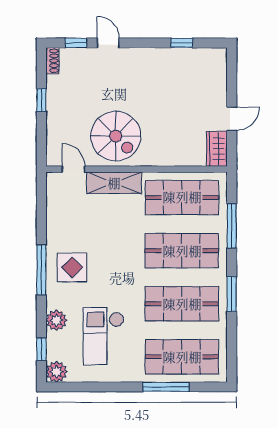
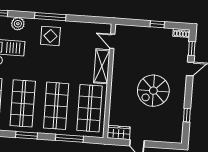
spiral stairs: (116, 136) -> (153, 91), moved
door: (73, 169) -> (112, 41), swing flipped

